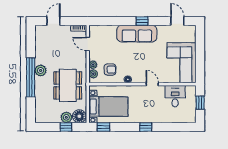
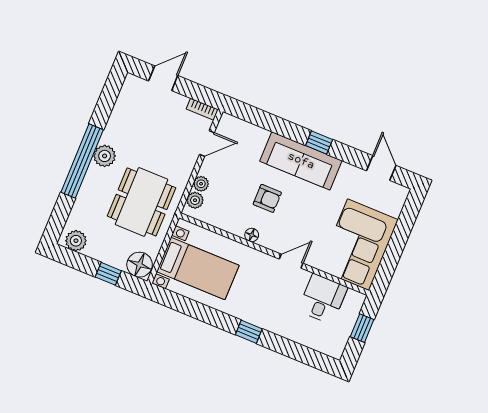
door: (88, 44) -> (207, 144), swing flipped
armchair: (110, 70) -> (267, 198), moved
door: (152, 84) -> (291, 261), hinge flipped
plant: (66, 117) -> (76, 241), moved
window: (103, 127) -> (174, 301), removed

